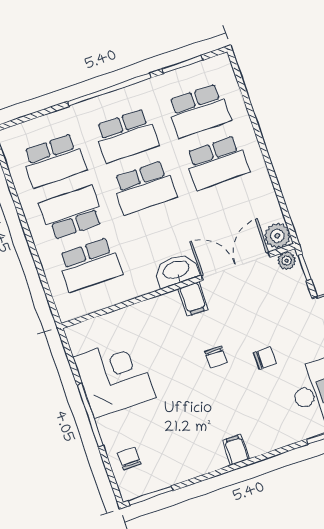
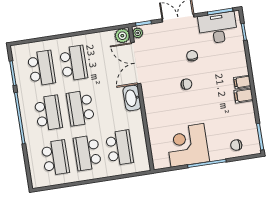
school desk: (144, 188) -> (80, 108), turned 180
filing cabinet: (193, 299) -> (244, 96), moved, turned 180

